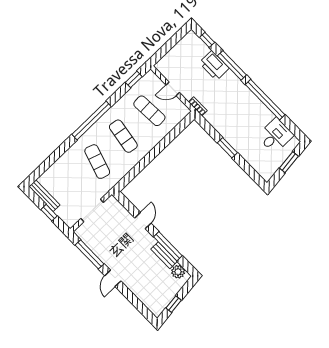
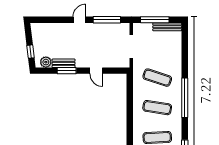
window: (49, 213) -> (155, 20), width x2.17
window: (168, 246) -> (67, 71), width x0.69
door: (113, 278) -> (79, 20), hinge flipped
window: (174, 304) -> (30, 52), moved

